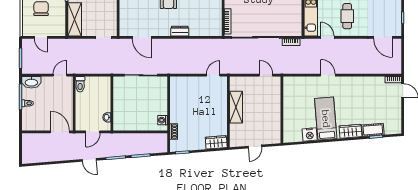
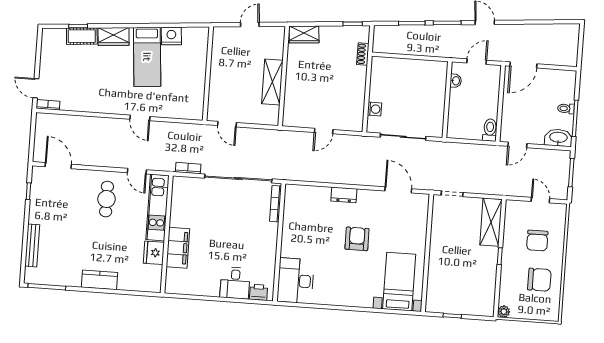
door: (213, 75) -> (324, 131), moved
washing machine: (163, 120) -> (375, 109), moved
door: (60, 132) -> (523, 65), hinge flipped

